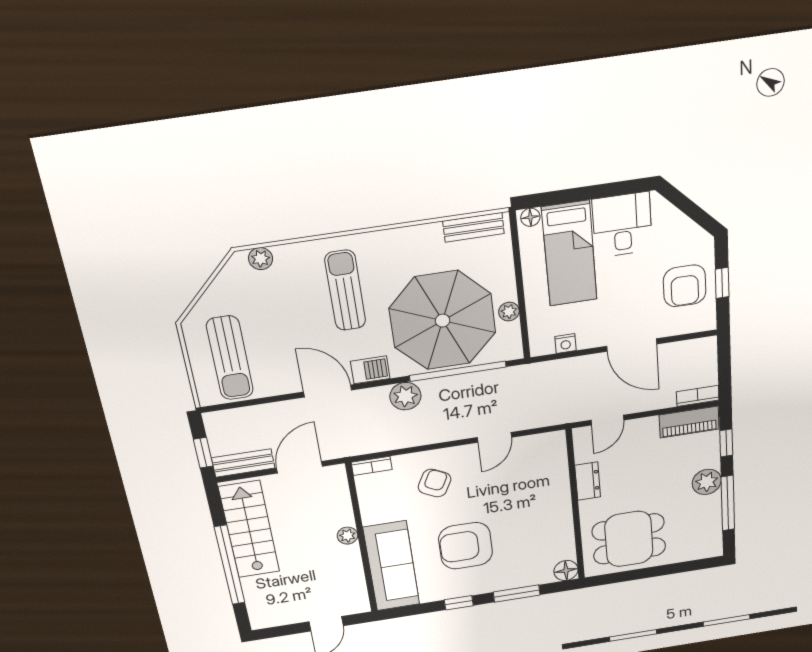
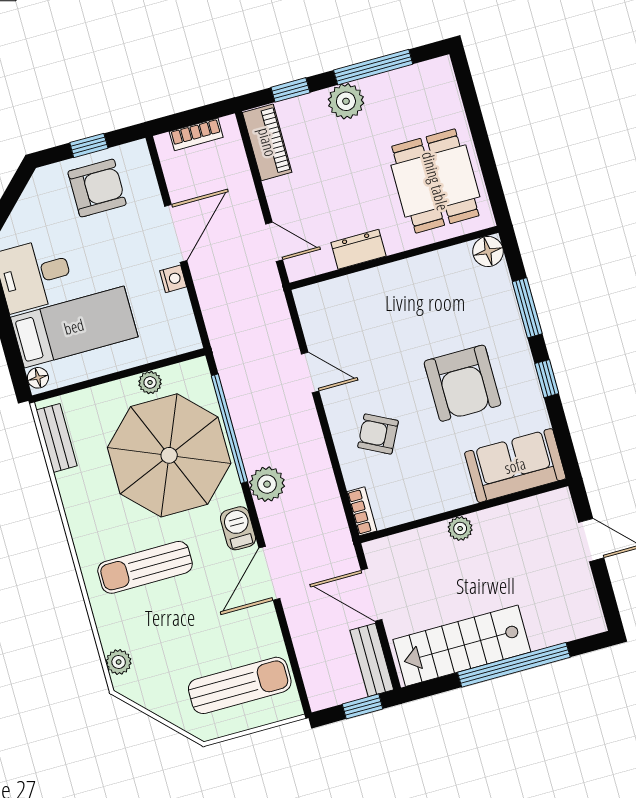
nightstand: (566, 343) -> (173, 279), moved
bookcase: (698, 396) -> (196, 134), moved, turned -90
sofa: (391, 566) -> (515, 466), width x0.73

